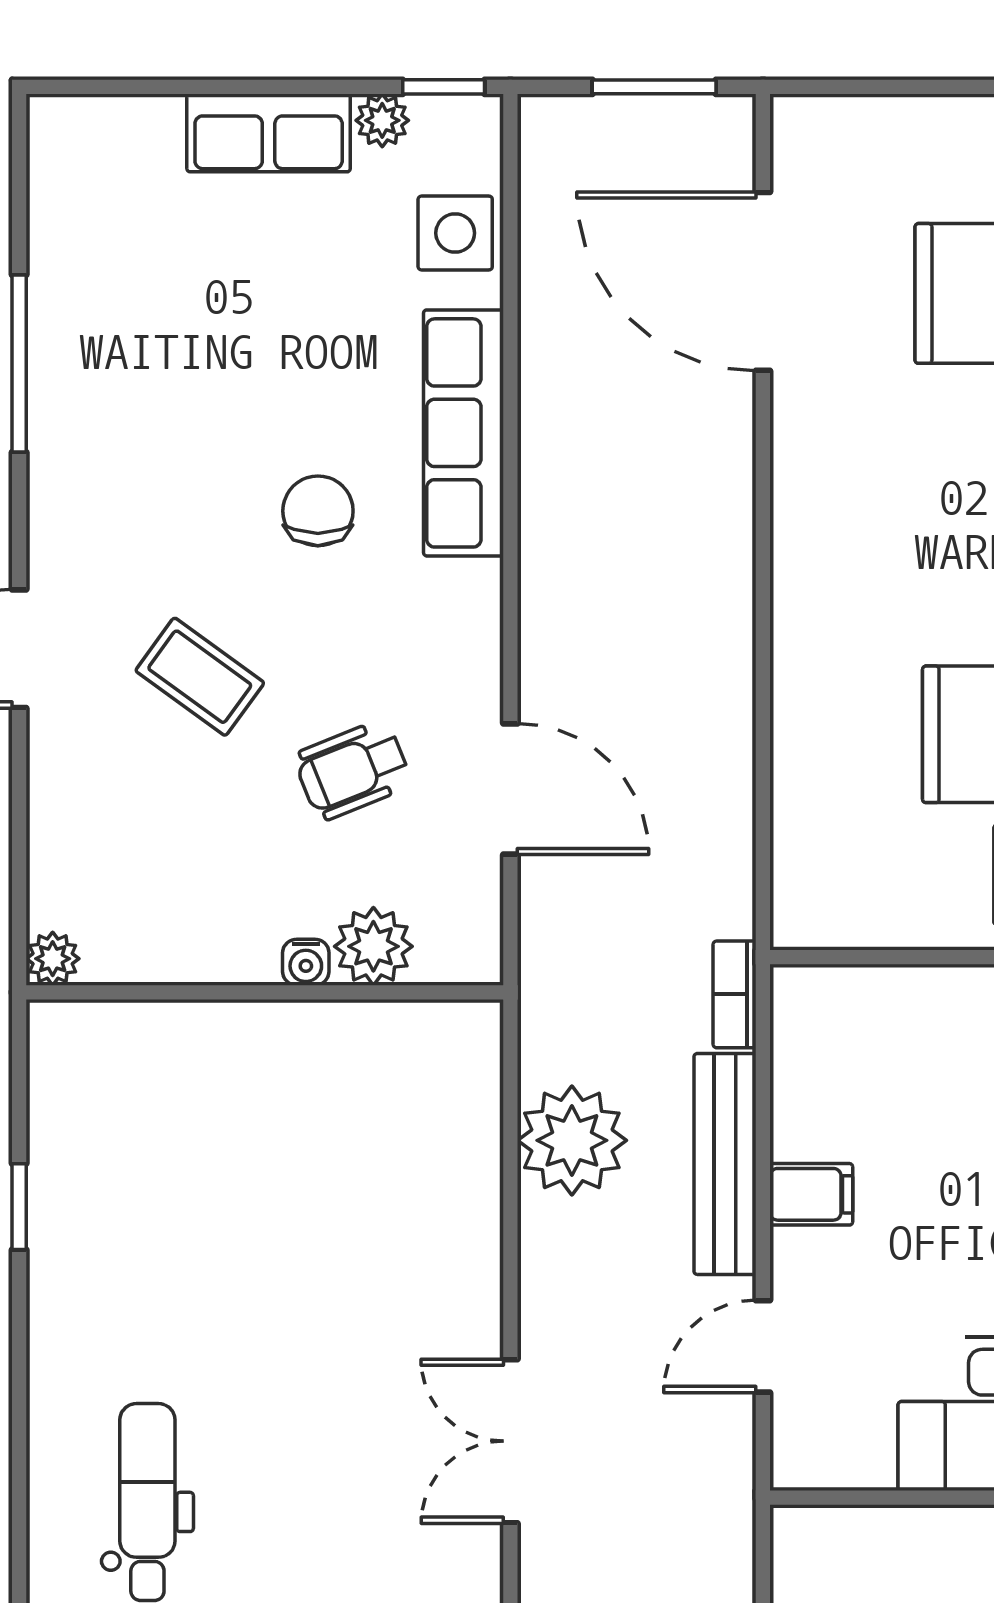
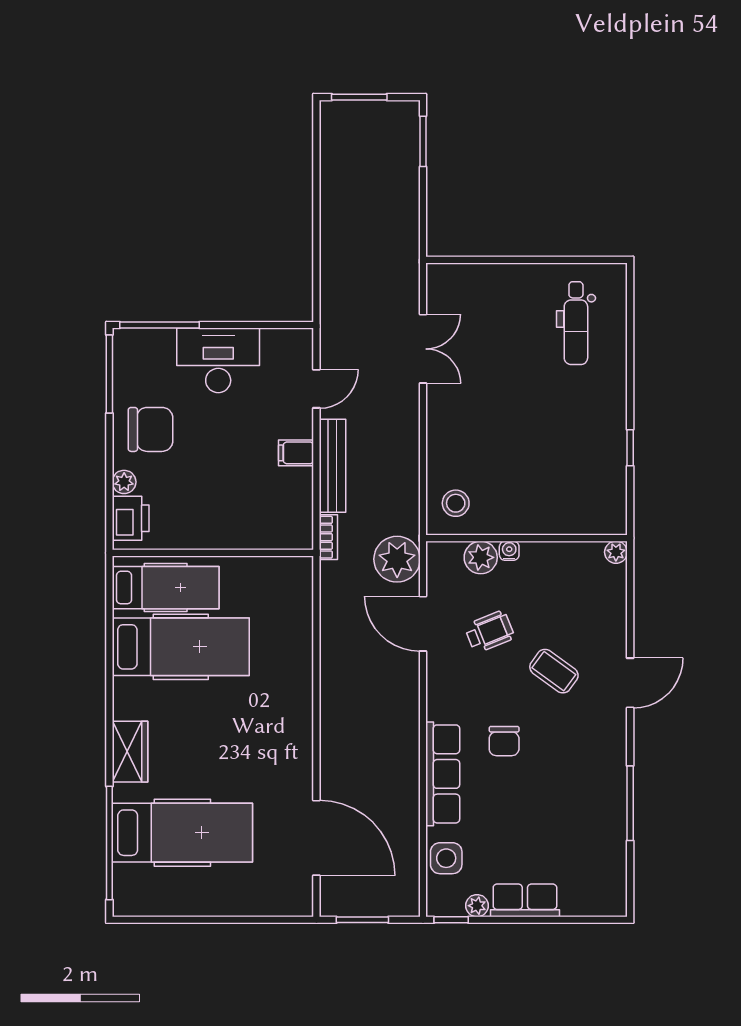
stool: (433, 1075) -> (456, 503), added
plant: (572, 1140) -> (397, 559), moved

